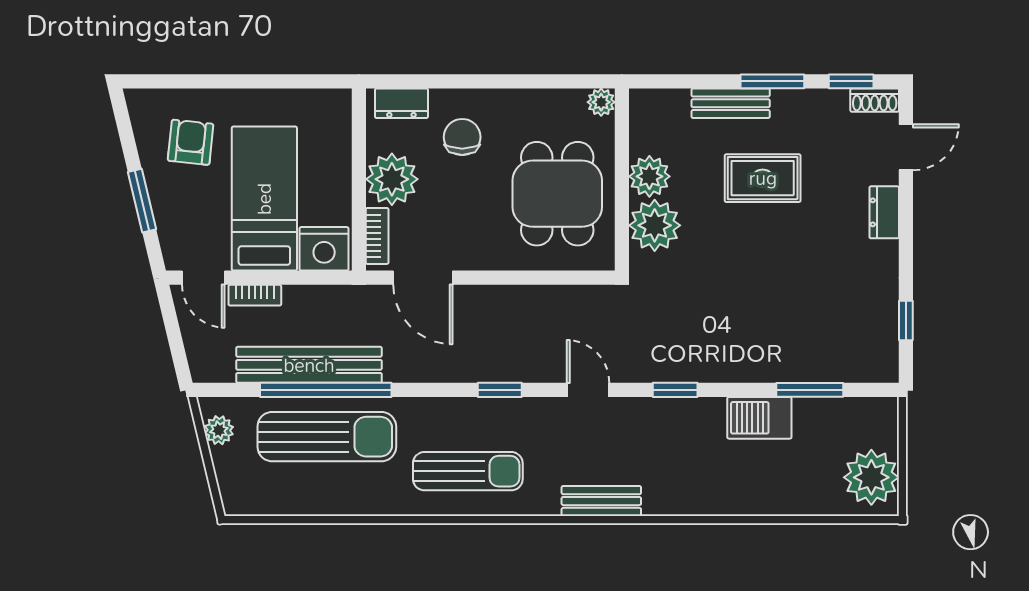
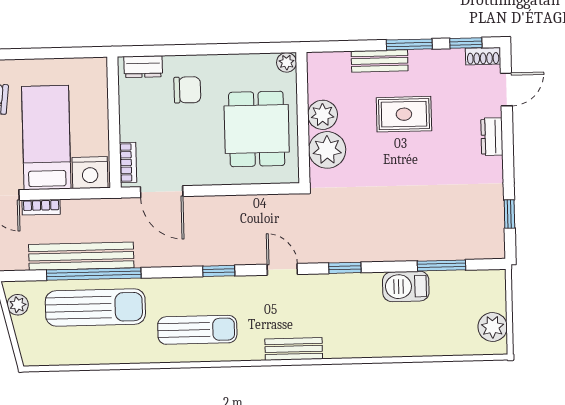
chair: (462, 137) -> (187, 90), turned 90
plant: (392, 179) -> (138, 121), removed
plant: (871, 477) -> (493, 327), width x0.73, depth x0.73

